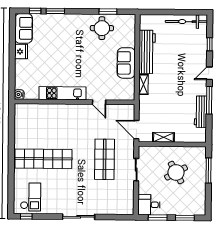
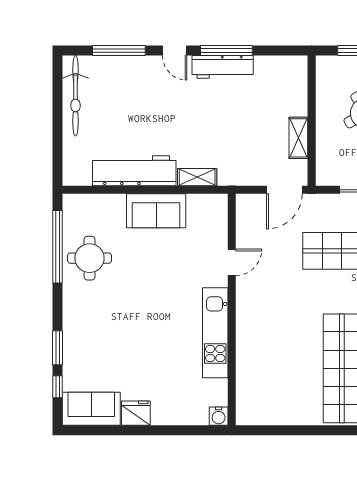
window: (108, 12) -> (58, 247), width x2.11
window: (210, 44) -> (119, 51), width x2.17
workbench: (201, 112) -> (223, 67), moved

